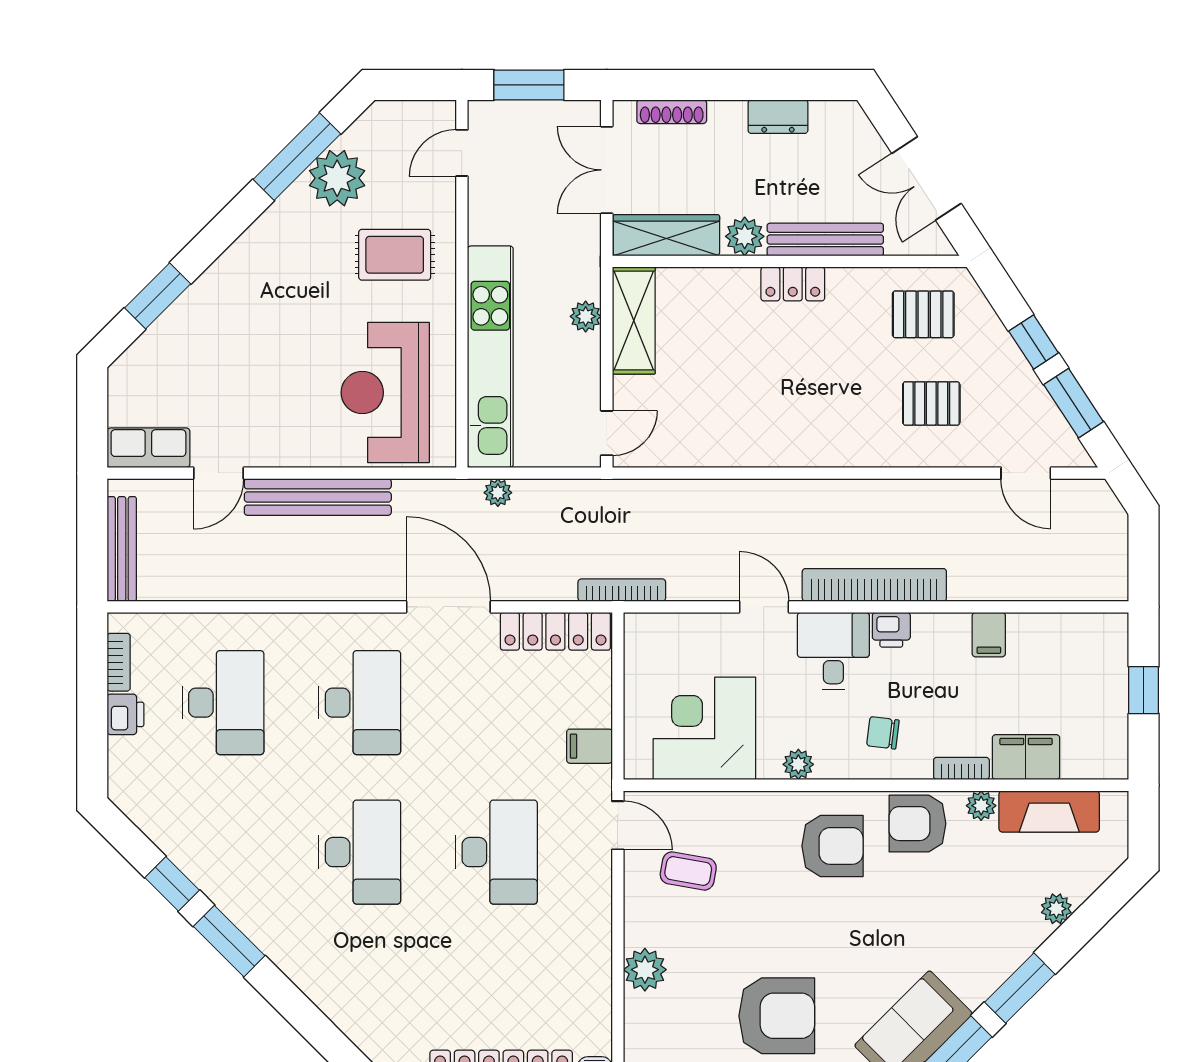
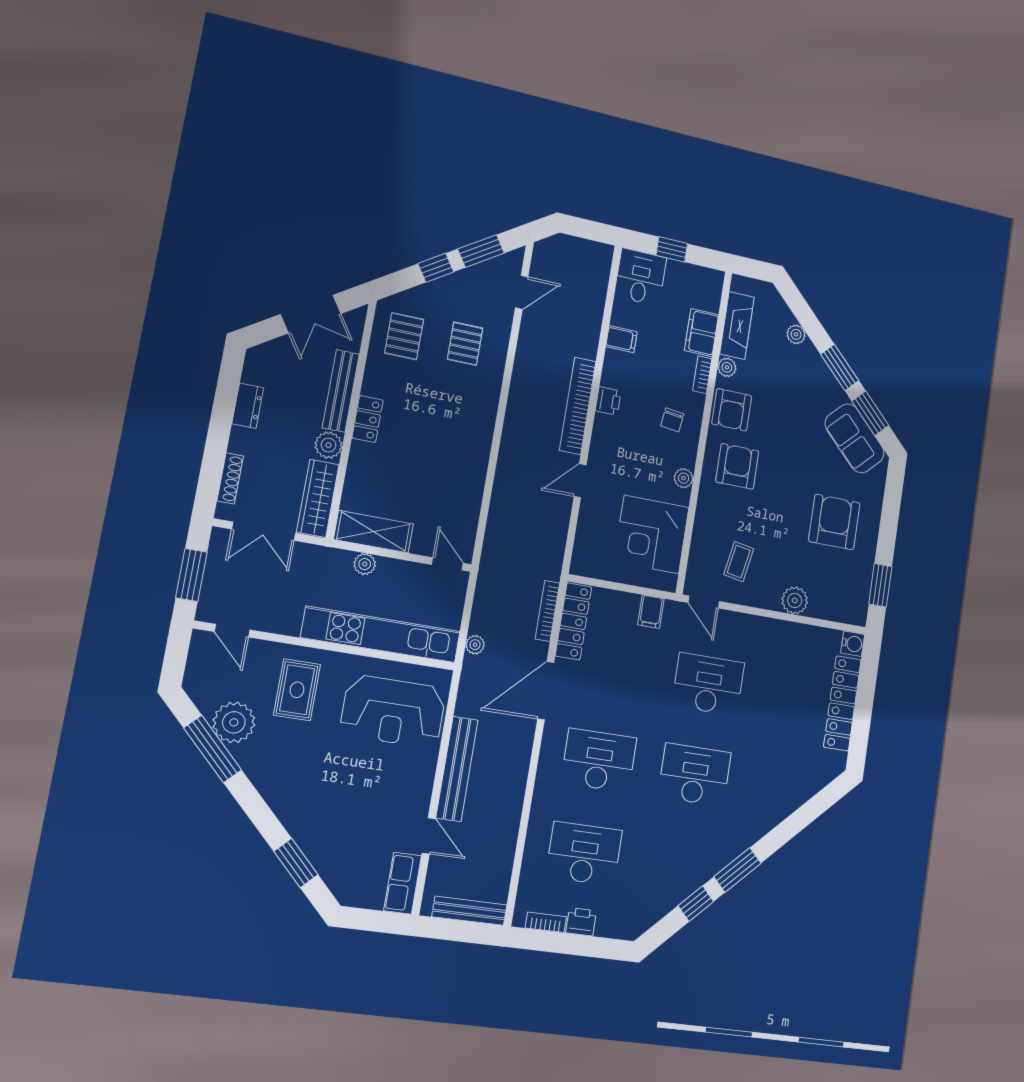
bookcase: (622, 590) -> (547, 611), moved
desk: (833, 651) -> (640, 277), moved, turned 90
door: (618, 825) -> (704, 602), swing flipped

